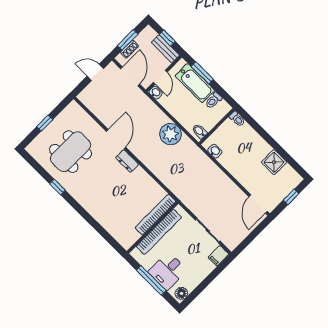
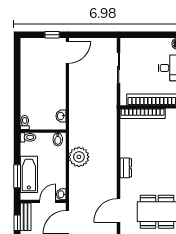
toilet: (214, 100) -> (28, 137), moved
door: (116, 139) -> (119, 210), moved
shower: (274, 162) -> (29, 69), removed
window: (291, 197) -> (52, 35), moved
filing cabinet: (218, 256) -> (128, 44), removed

